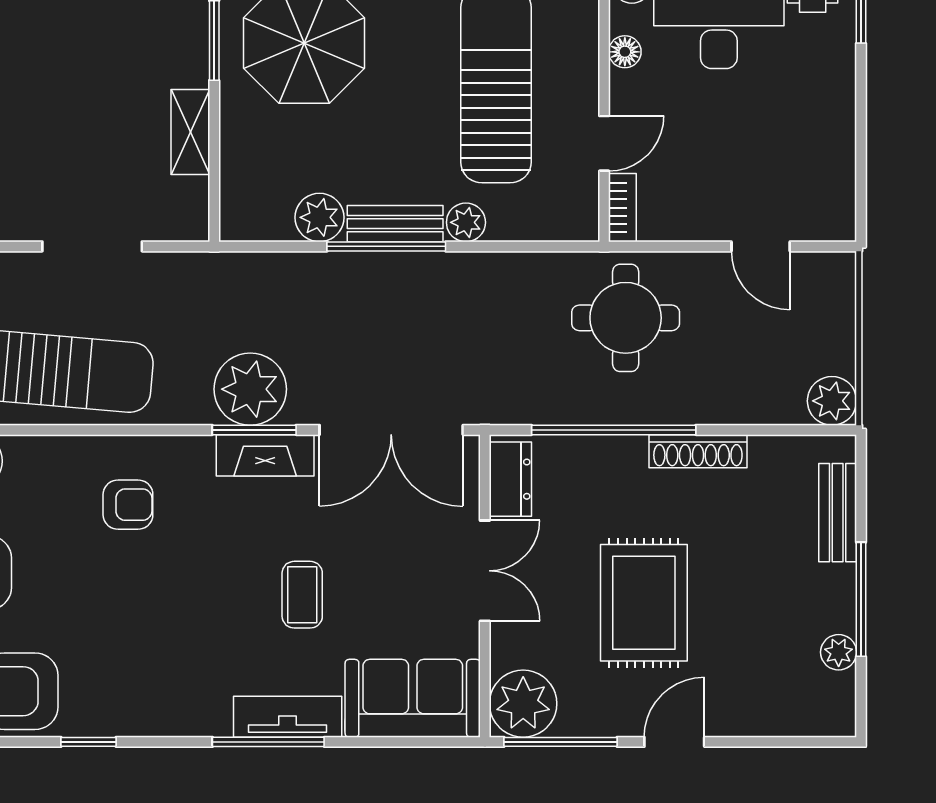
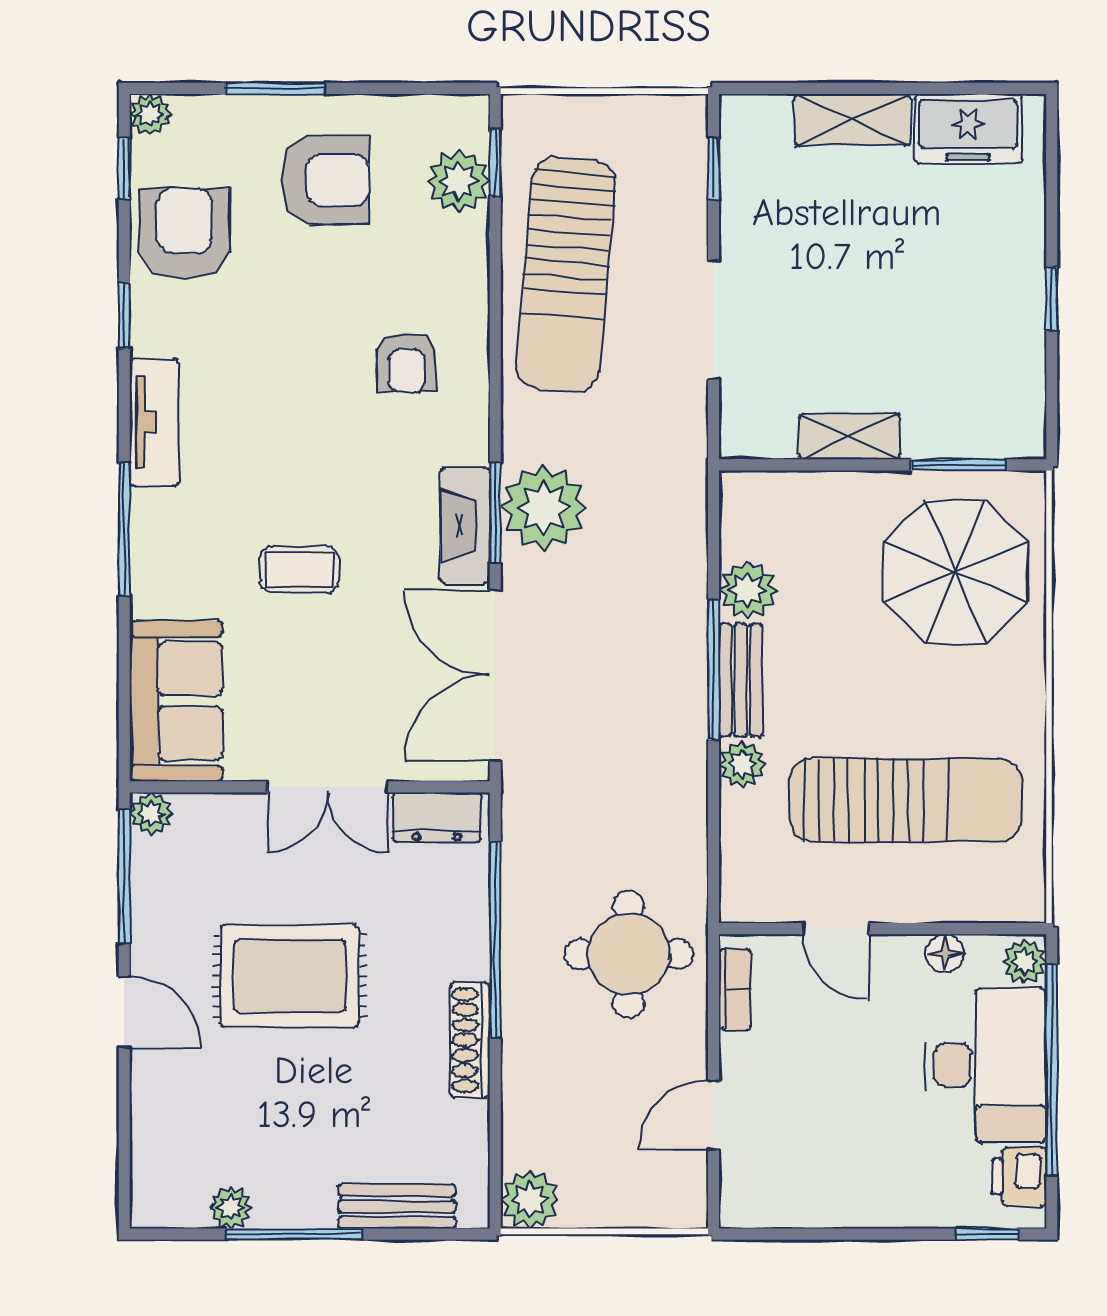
bookcase: (622, 208) -> (735, 989), moved, turned -90
plant: (523, 704) -> (151, 814), width x0.53, depth x0.53
tv unit: (288, 717) -> (154, 422), moved

